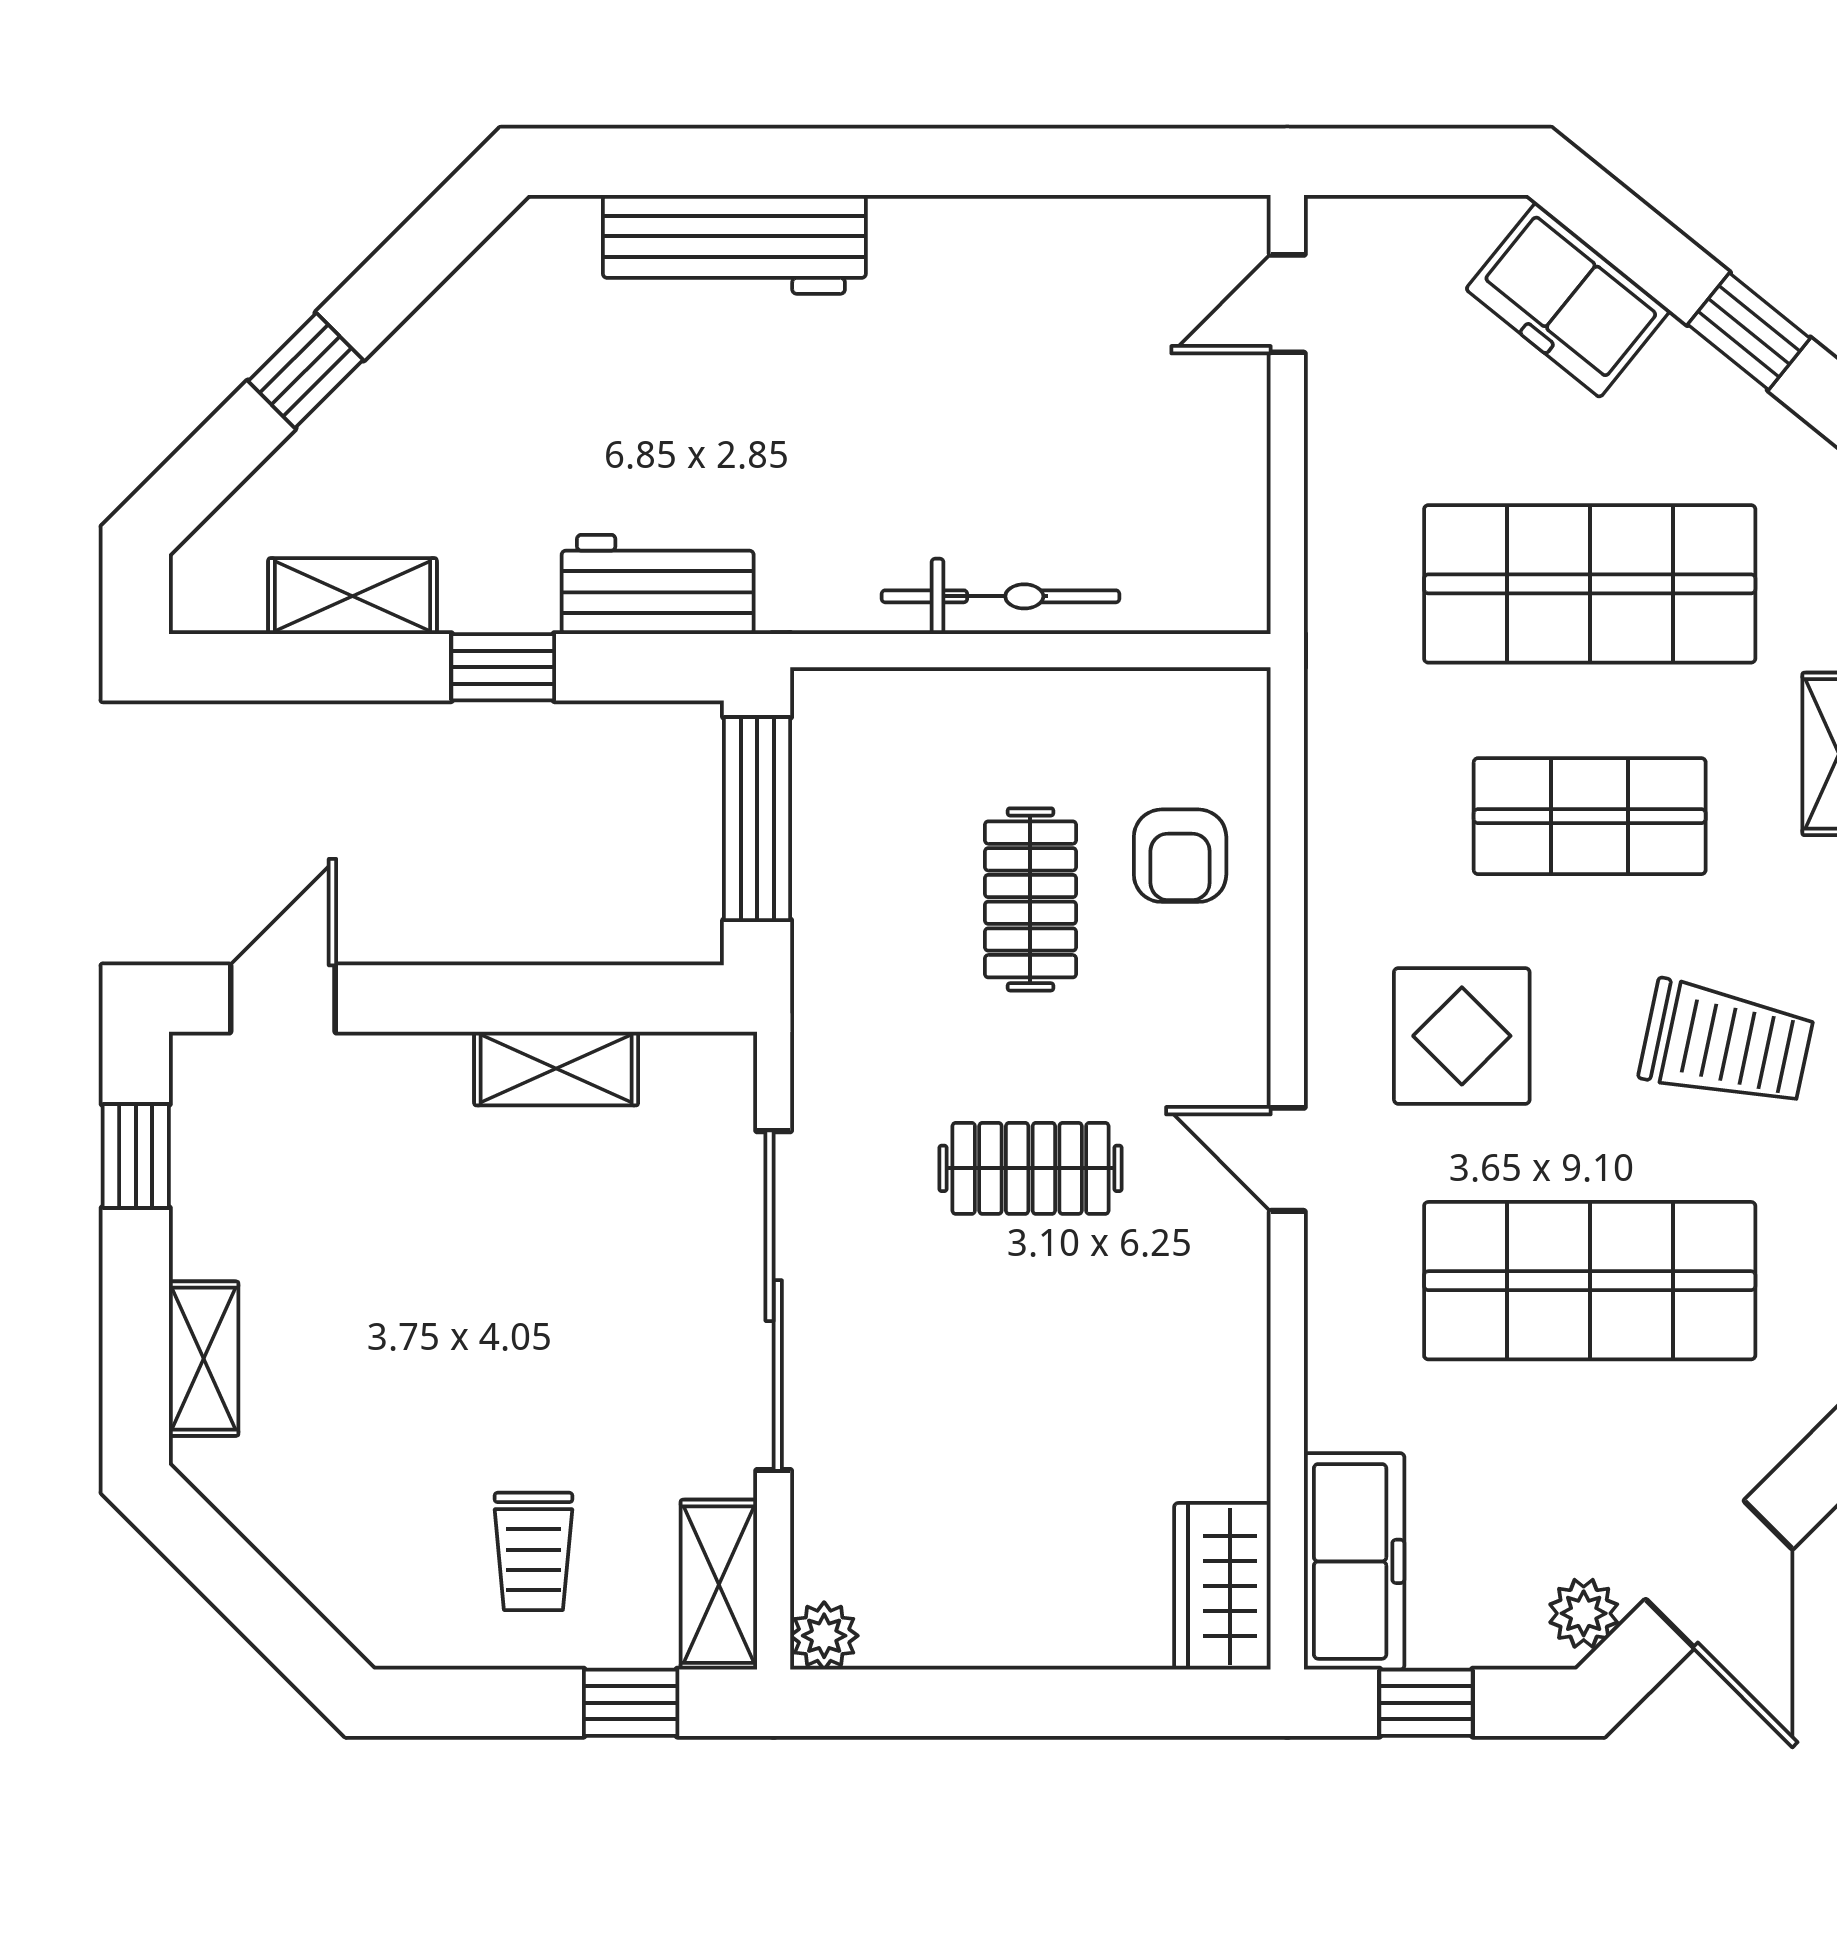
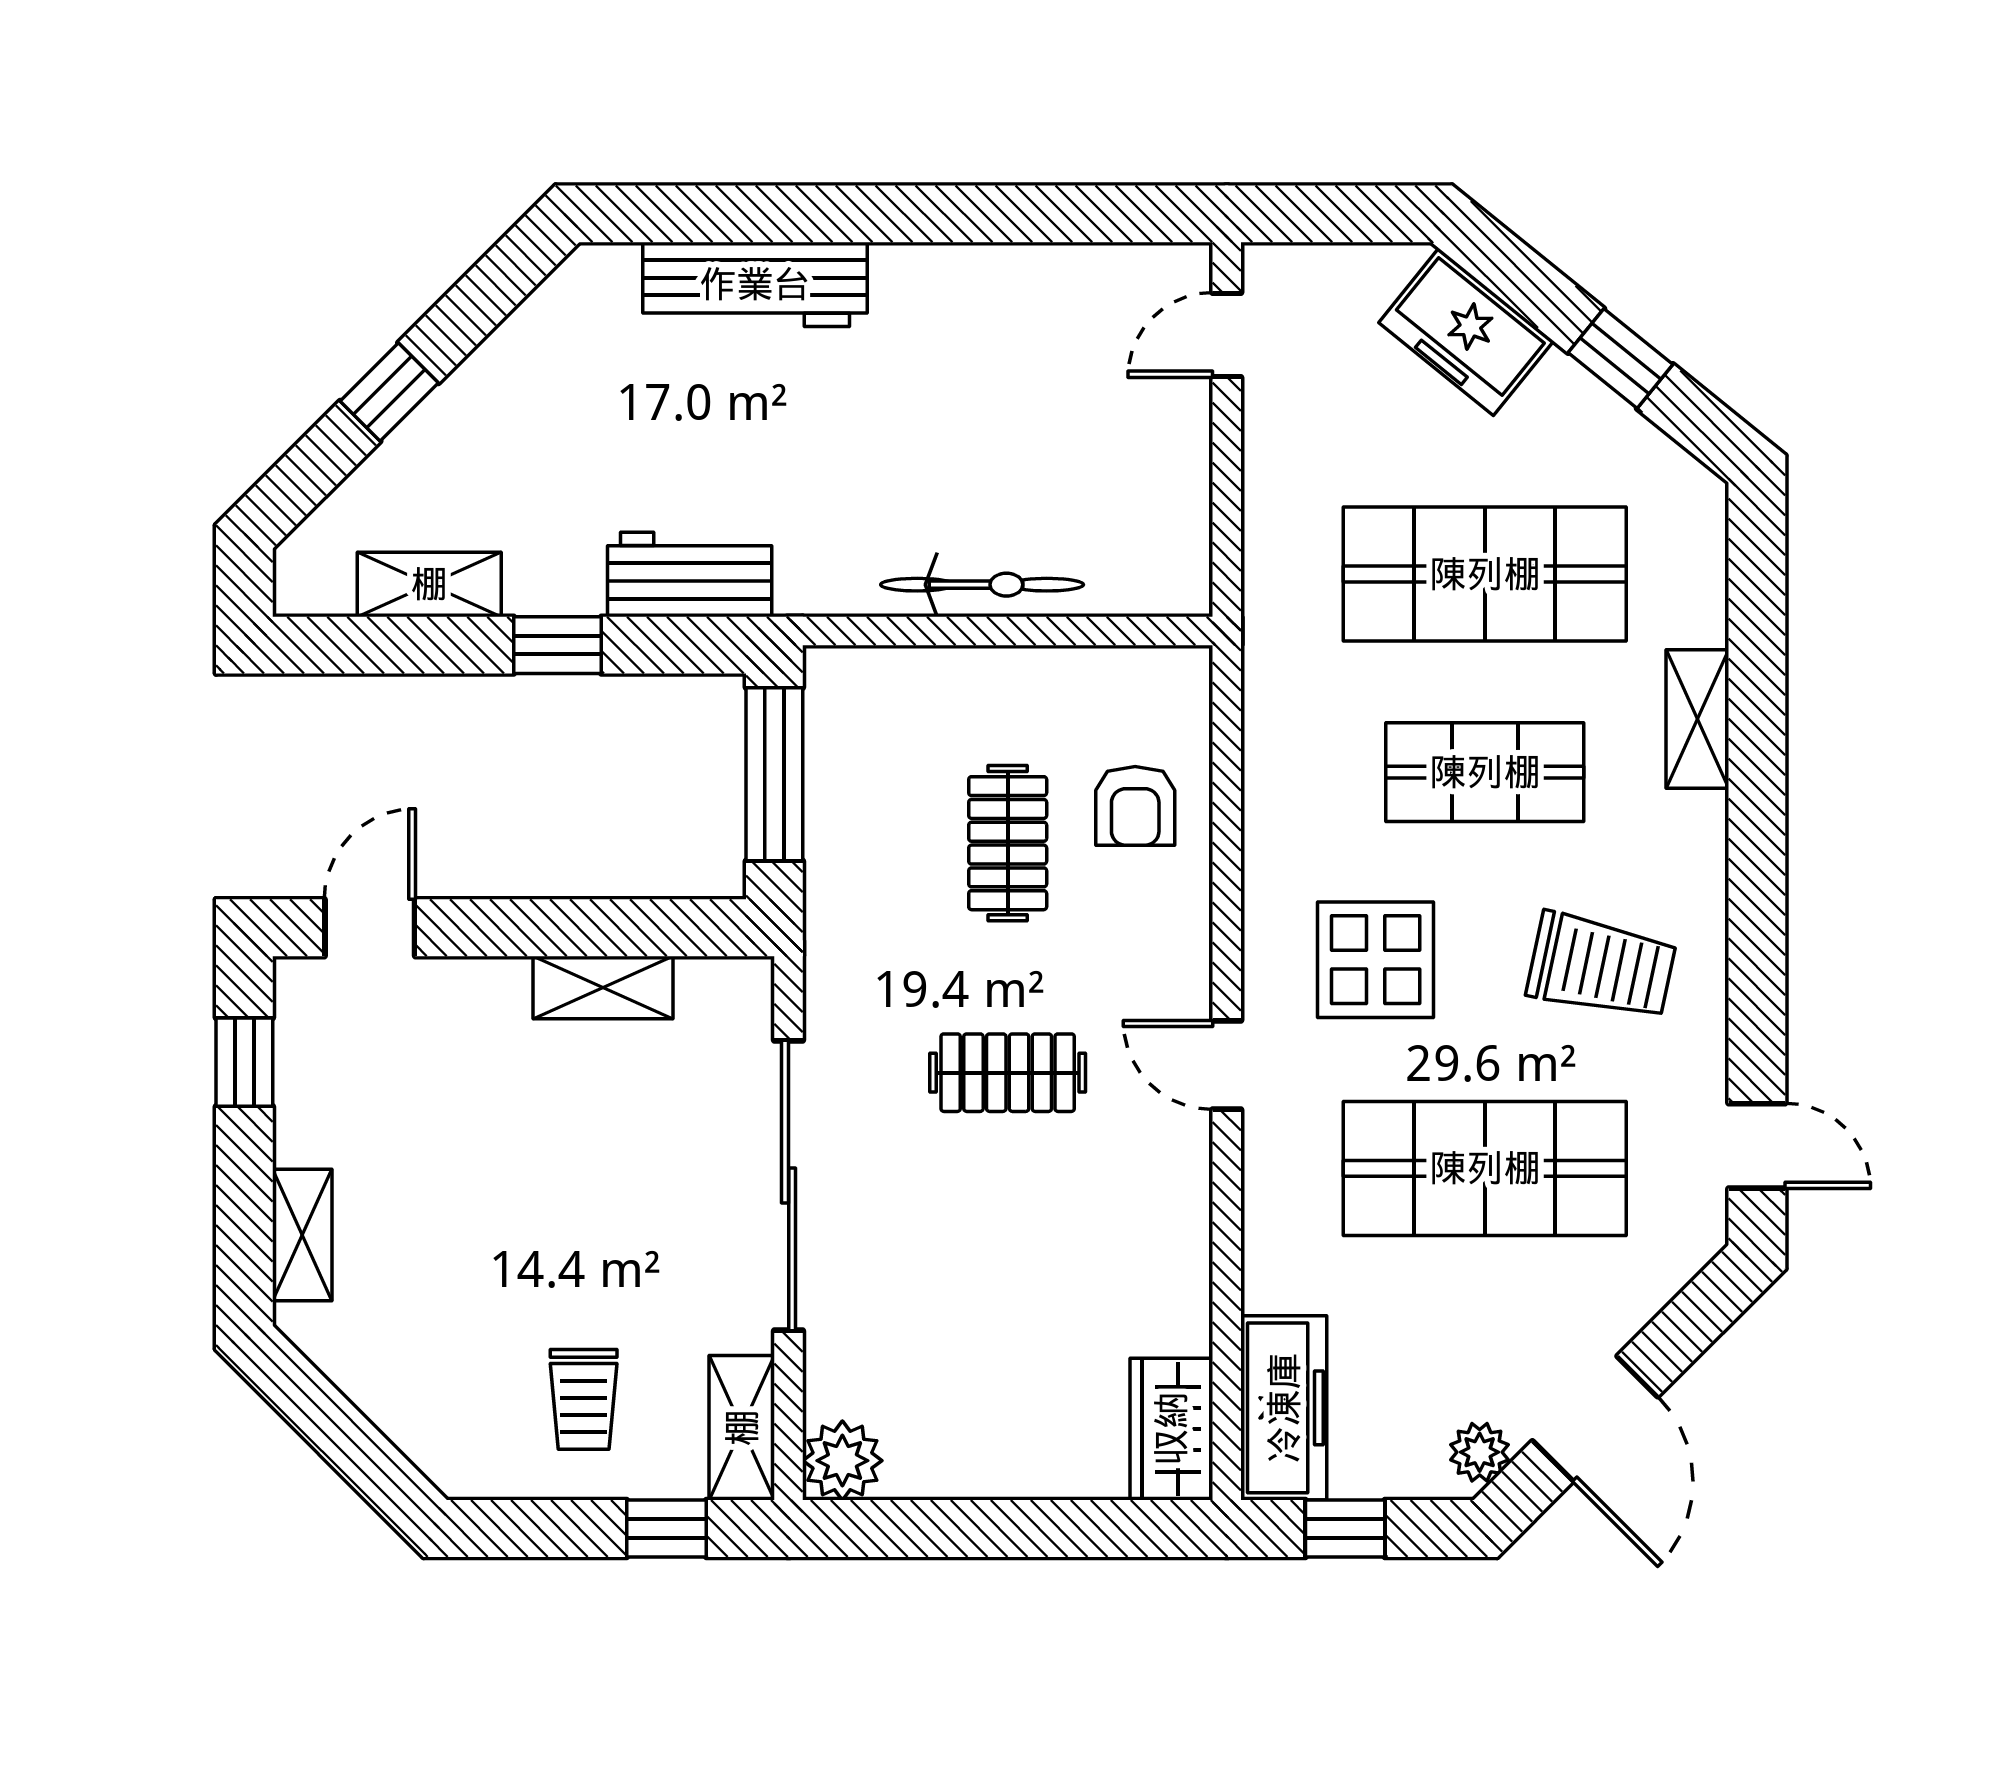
plant: (824, 1636) -> (842, 1461), width x1.38, depth x1.38

